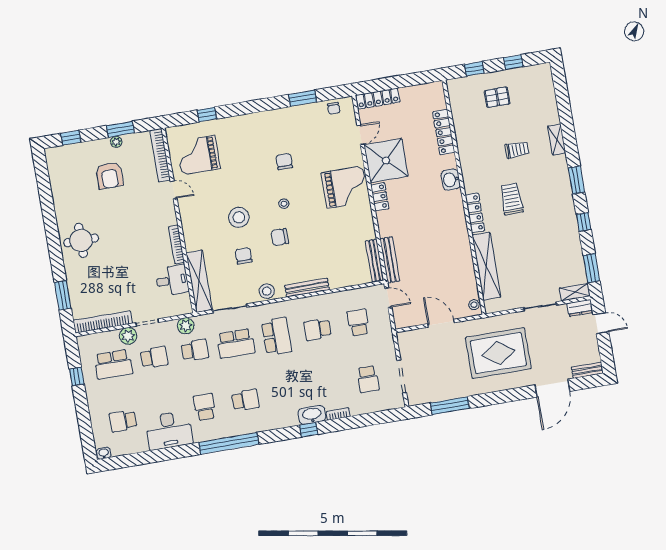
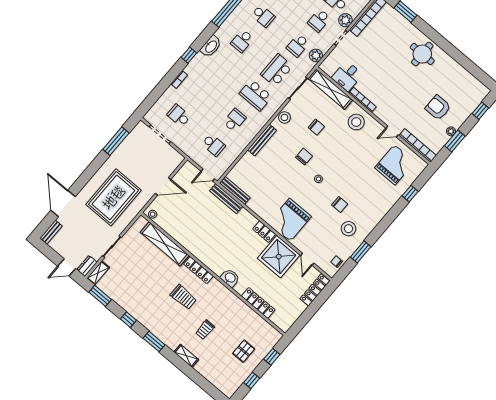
stool: (295, 131) -> (348, 229), added
stool: (239, 217) -> (356, 122), moved
washbasin: (312, 415) -> (211, 46), moved

